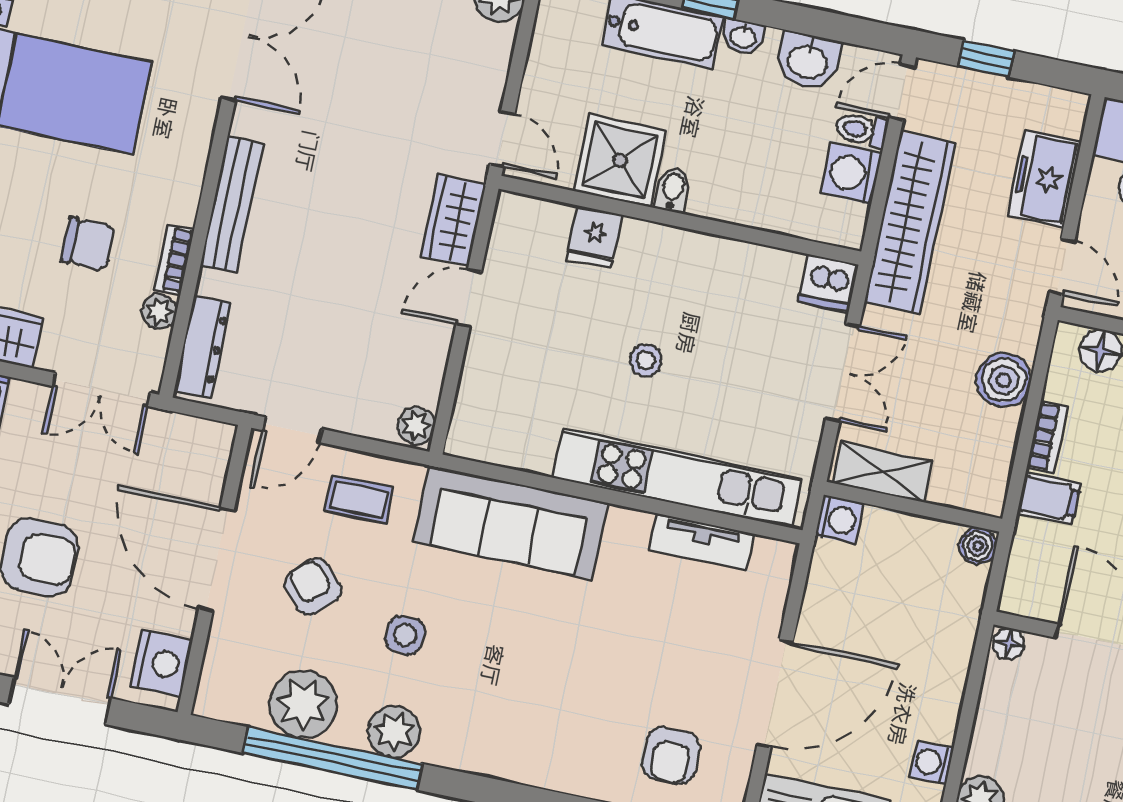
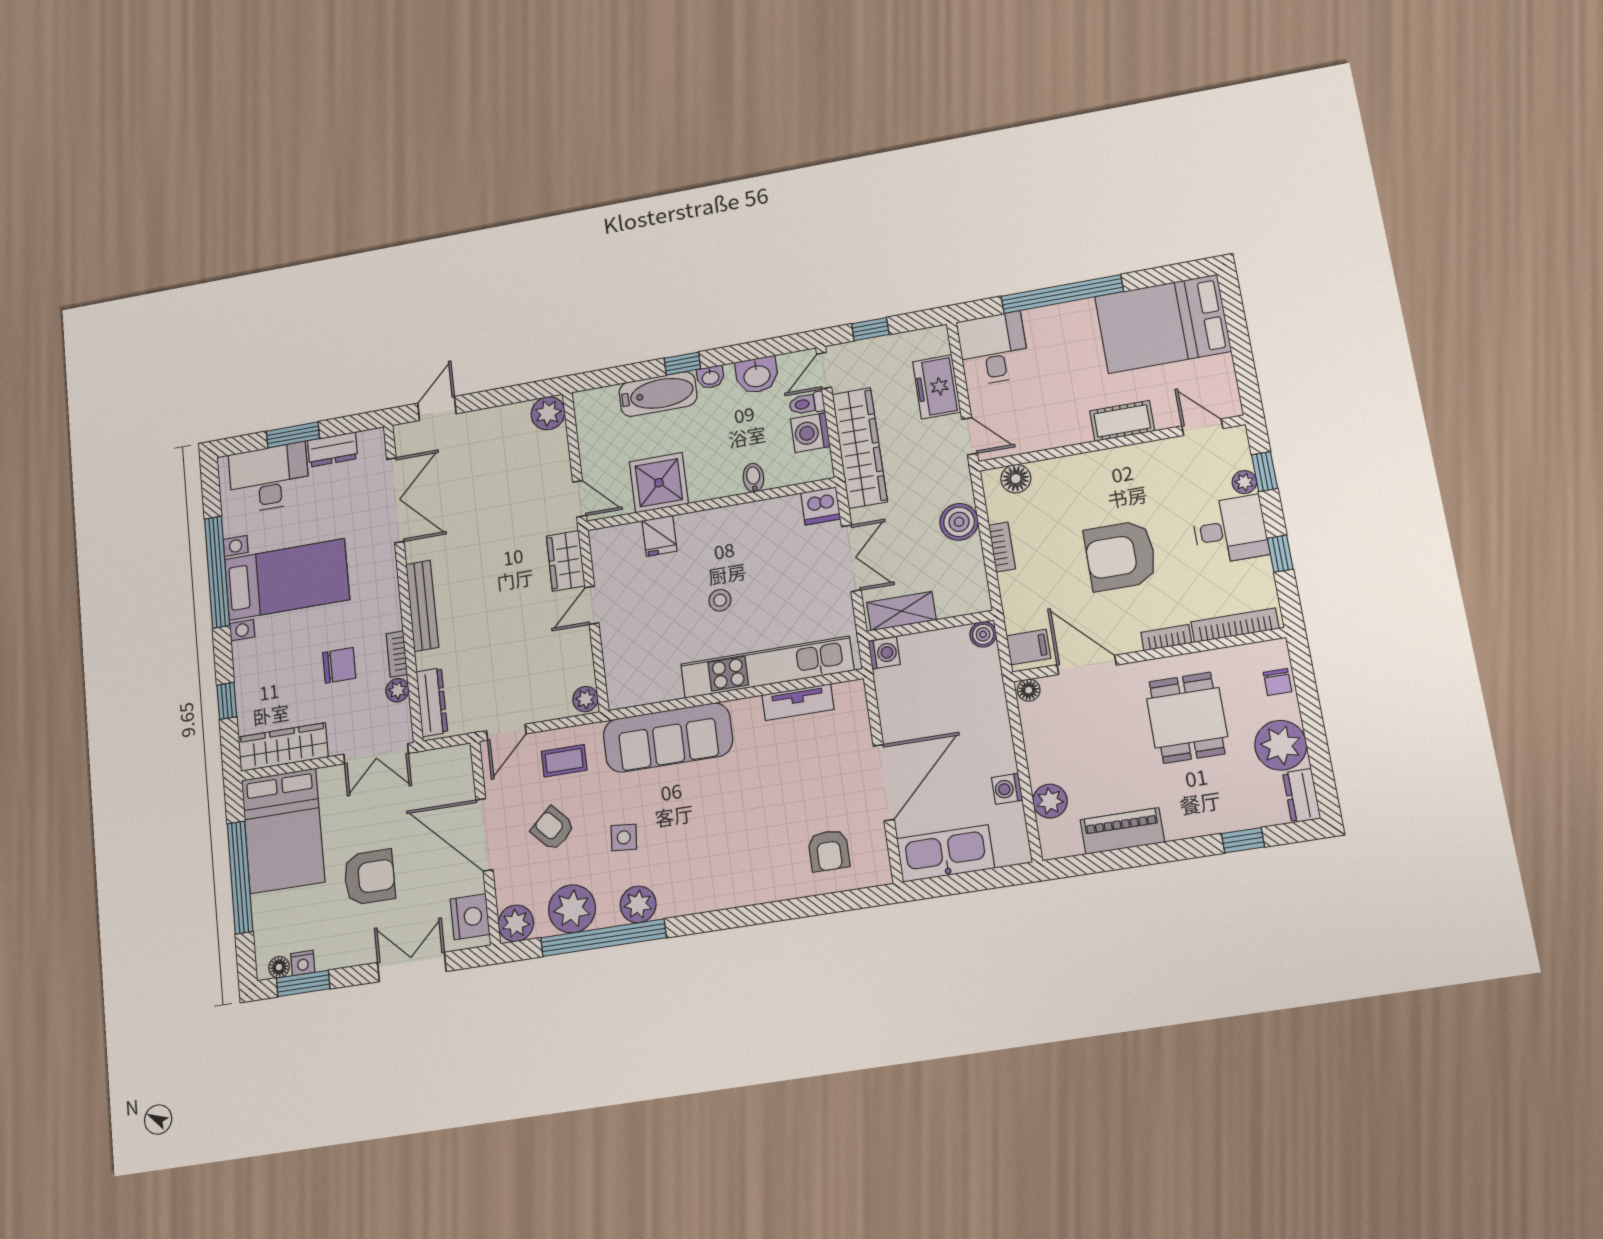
bidet: (673, 190) -> (753, 478), moved
filing cabinet: (1049, 498) -> (1029, 647), moved
plant: (221, 695) -> (516, 923), added

